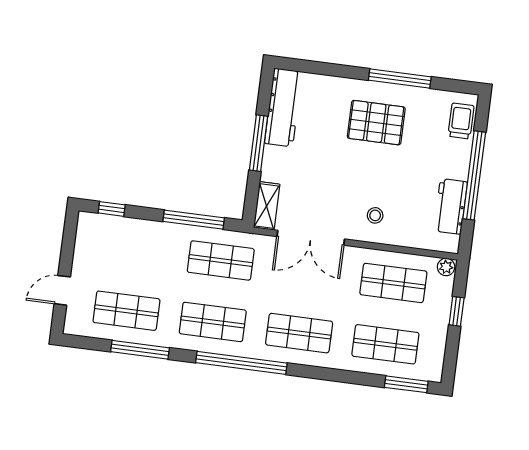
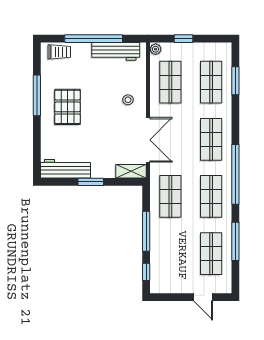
trolley: (461, 121) -> (59, 52), turned 180
window: (258, 143) -> (91, 182), width x0.69
workbench: (451, 206) -> (116, 51), width x1.38
window: (194, 220) -> (146, 231), moved
window: (406, 384) -> (235, 81), moved

